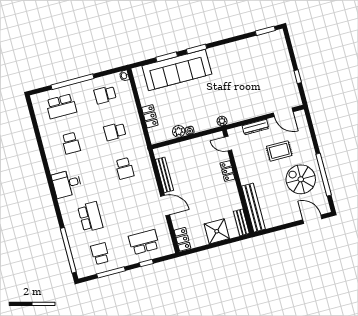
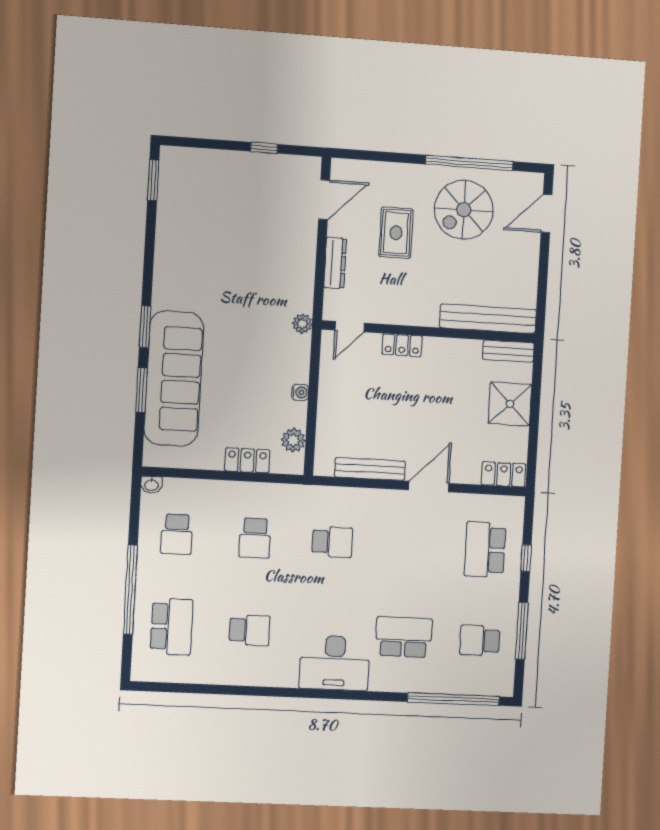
plant: (179, 131) -> (293, 440), moved
desk: (67, 184) -> (335, 663), width x1.37

